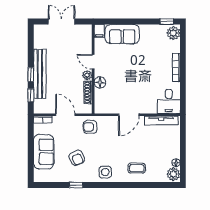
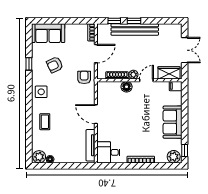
sofa: (122, 34) -> (173, 122), moved
wardrobe: (85, 38) -> (169, 73), added
sofa: (44, 152) -> (48, 33), moved

